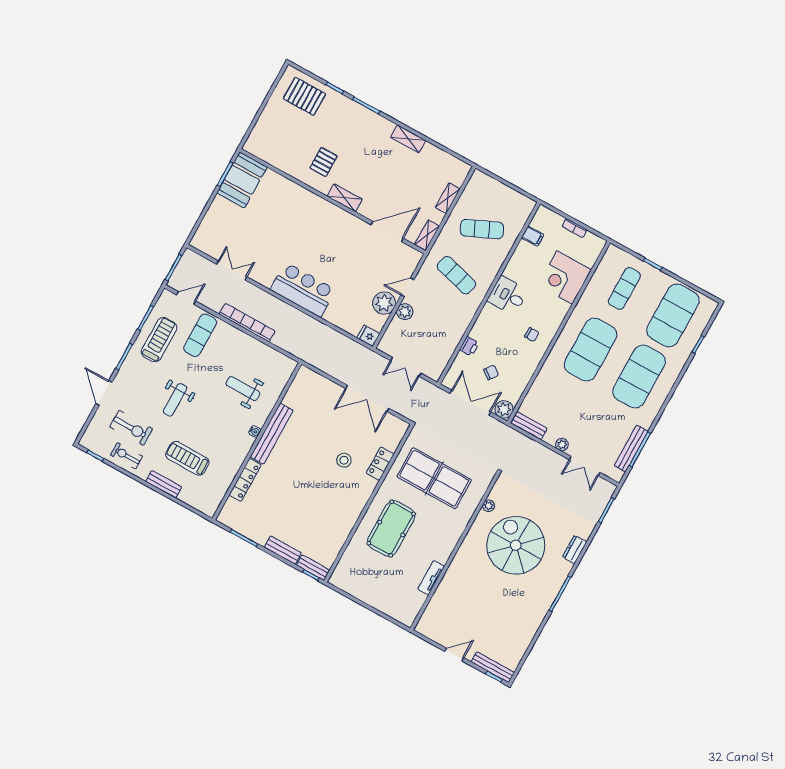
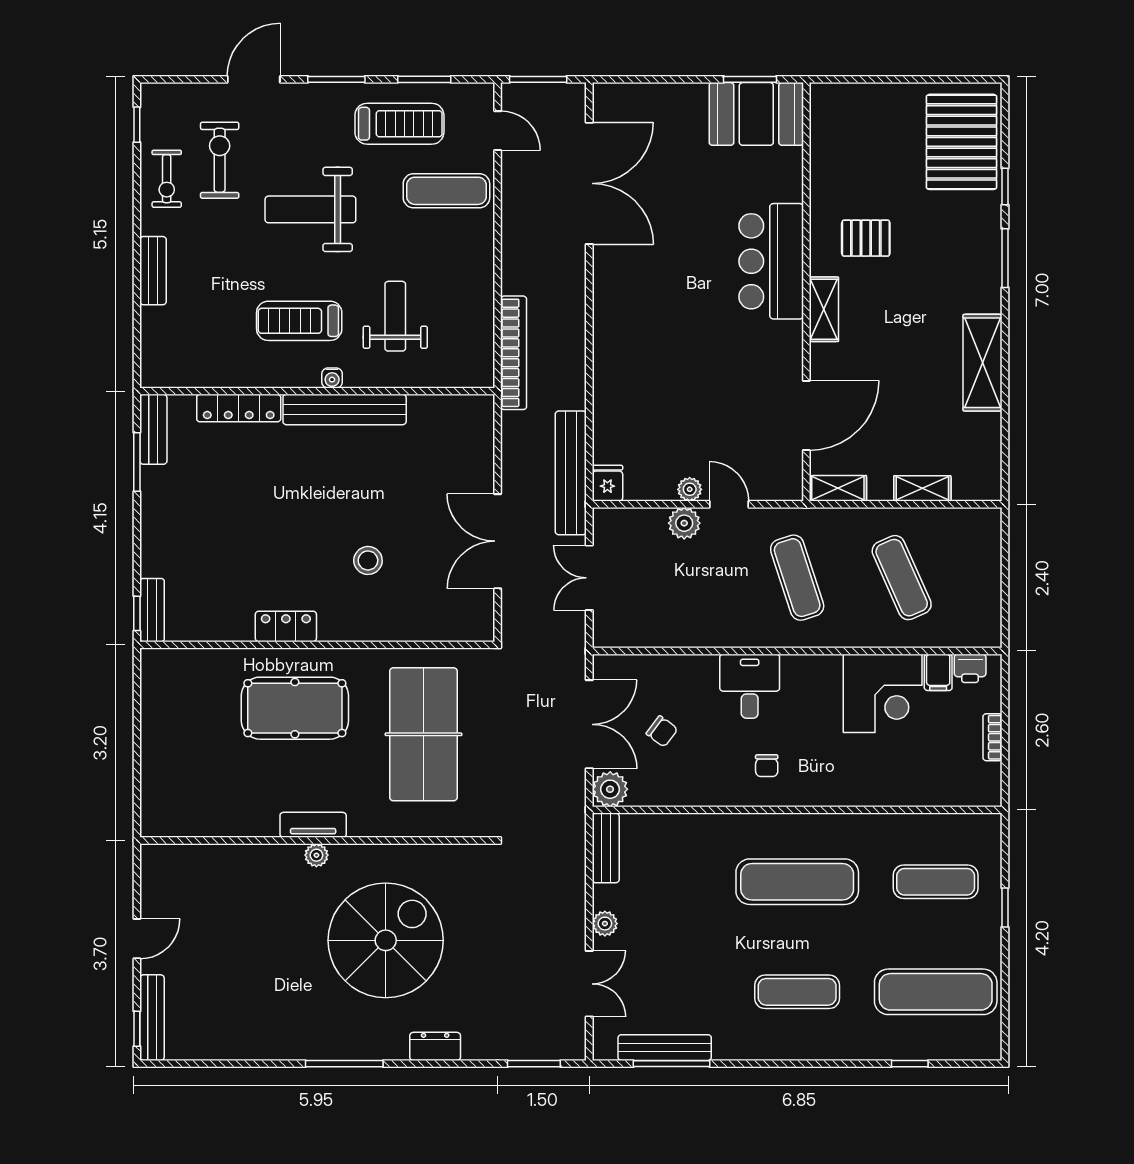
pallet: (304, 96) -> (961, 142), width x1.37, depth x1.41
shelving: (408, 139) -> (983, 363), width x1.50, depth x1.33
door: (387, 232) -> (806, 415), hinge flipped
double door: (232, 270) -> (589, 183), width x1.87
exercise mat: (456, 275) -> (797, 578), turned -33
corner desk: (565, 277) -> (883, 693), moved, turned 180
bar counter: (303, 290) -> (771, 261), moved, turned 180
desk: (508, 296) -> (750, 686), moved
plant: (384, 303) -> (690, 489), width x0.53, depth x0.53
exercise mat: (673, 315) -> (936, 992), width x0.68
bookcase: (247, 323) -> (514, 353), moved
printer: (469, 346) -> (970, 668), moved
bench: (355, 349) -> (571, 473), added
exercise mat: (590, 350) -> (797, 882), width x0.68
exercise mat: (639, 376) -> (797, 992), width x0.50, depth x0.69
weight bench: (175, 400) -> (310, 209), width x1.36, depth x1.33
exercise bike: (131, 428) -> (220, 160), turned 180
exercise bike: (126, 456) -> (167, 179), turned 180
treadmill: (187, 458) -> (299, 321), moved, turned -90
locker: (380, 464) -> (286, 626), moved
double door: (585, 466) -> (589, 984), swing flipped
plant: (489, 506) -> (316, 855), moved
bench: (283, 550) -> (153, 429), moved
tv unit: (431, 578) -> (313, 825), moved
door: (454, 655) -> (137, 939), hinge flipped

